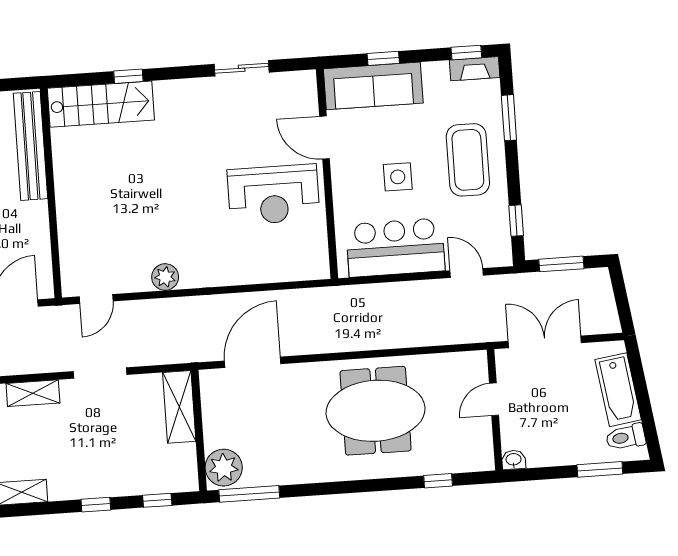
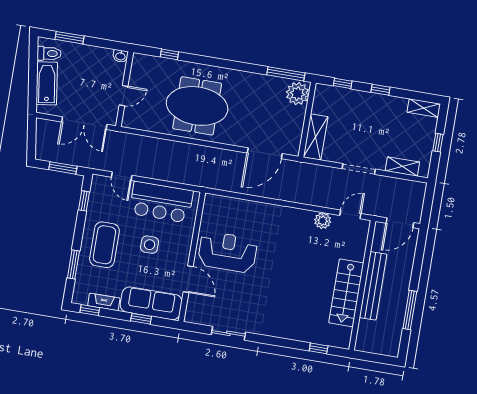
fireplace: (475, 69) -> (104, 302), moved
window: (128, 76) -> (319, 348), moved
stairs: (101, 104) -> (346, 293), moved, turned -90
bench: (30, 146) -> (373, 286), moved
plant: (165, 277) -> (323, 221), moved

